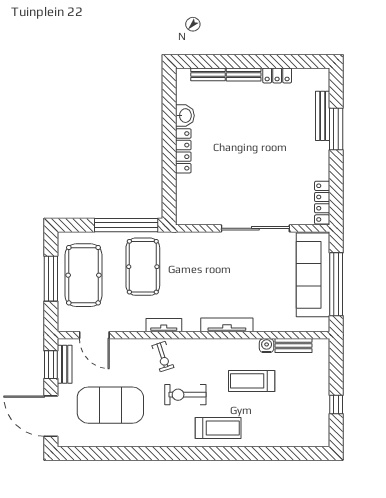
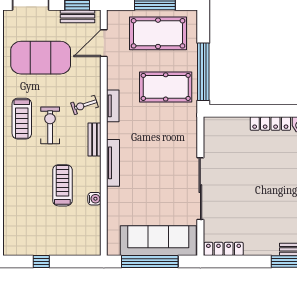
bench: (293, 345) -> (95, 139), moved
exercise mat: (110, 405) -> (41, 58), turned 90
treadmill: (218, 428) -> (22, 119), moved

